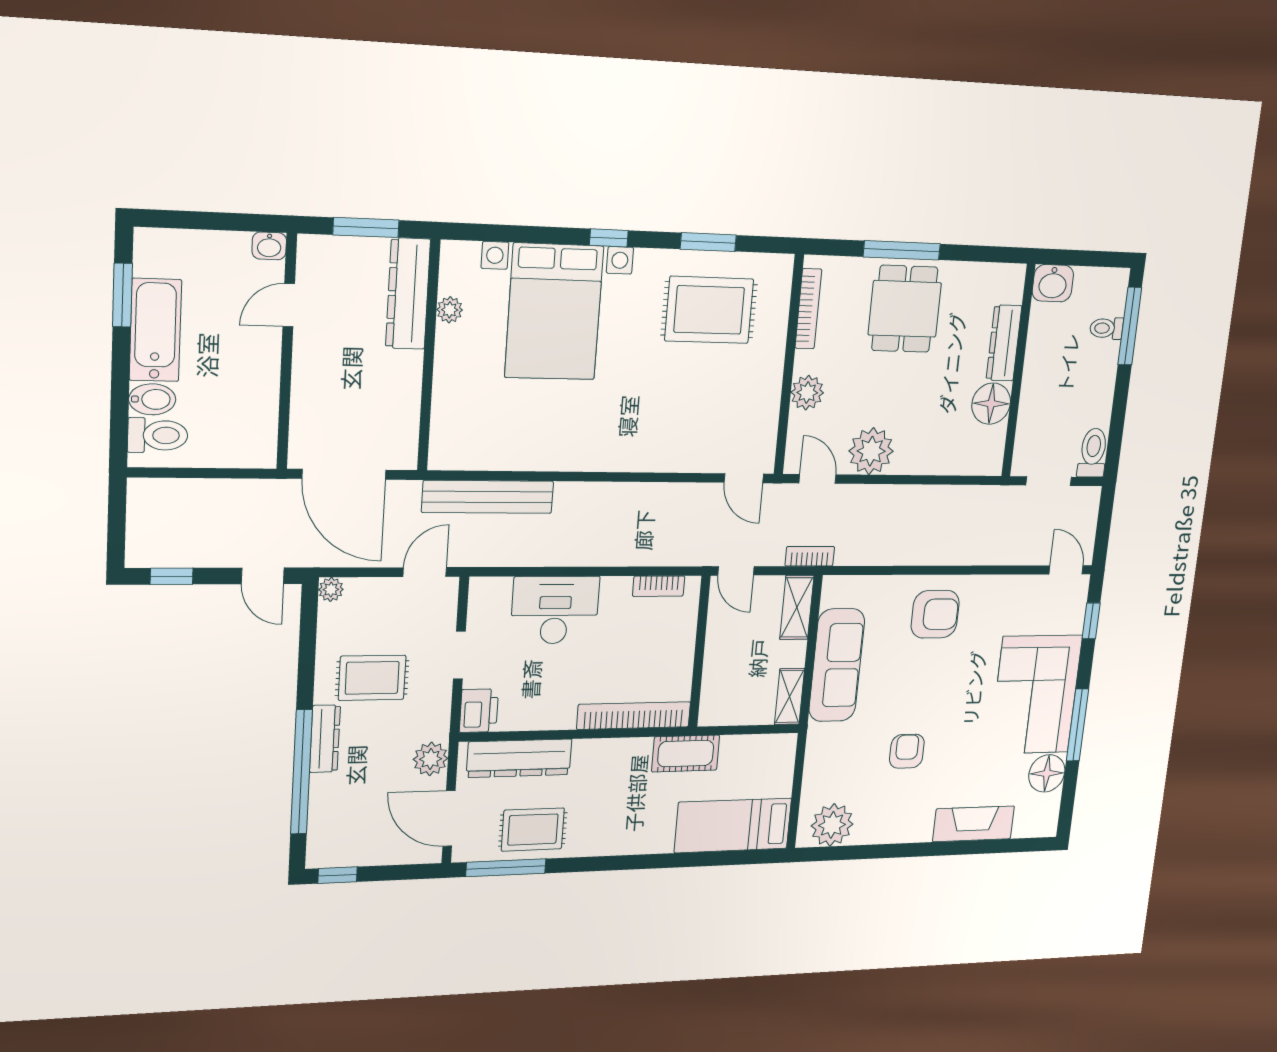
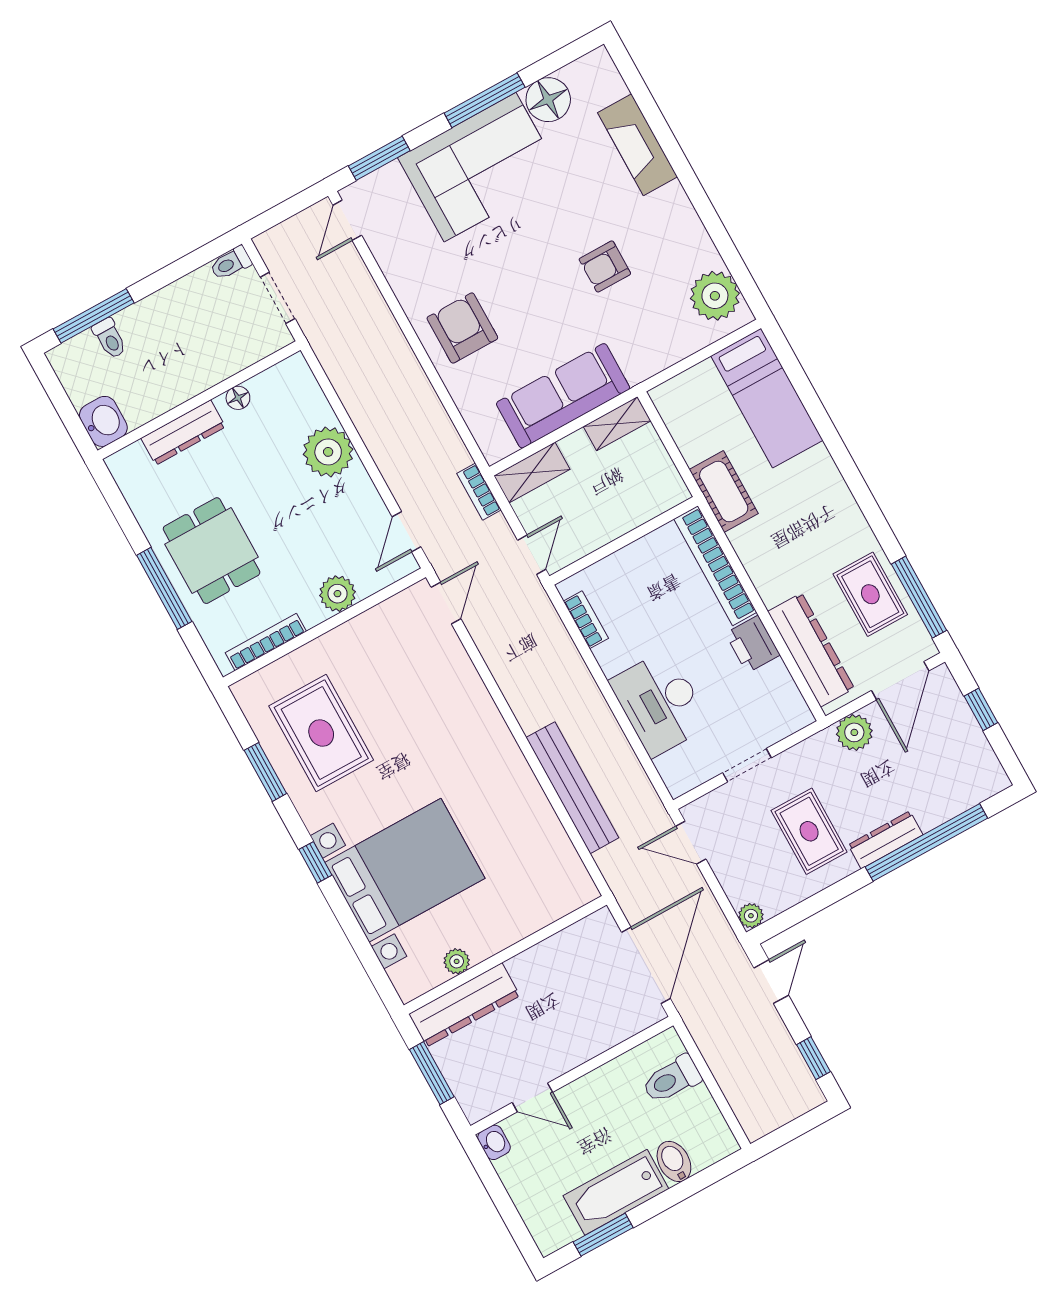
dining table: (905, 309) -> (212, 551), turned 90
floor lamp: (991, 404) -> (238, 398), width x0.53, depth x0.53
toilet: (158, 435) -> (672, 1079), moved, turned -90
plant: (871, 451) -> (328, 452), moved
toilet: (1093, 453) -> (231, 263), width x0.73, depth x0.72
bench: (488, 497) -> (572, 788), moved
window: (1091, 621) -> (379, 158), width x1.50
printer: (479, 711) -> (753, 644), moved, turned -90
window: (338, 875) -> (981, 709), moved

